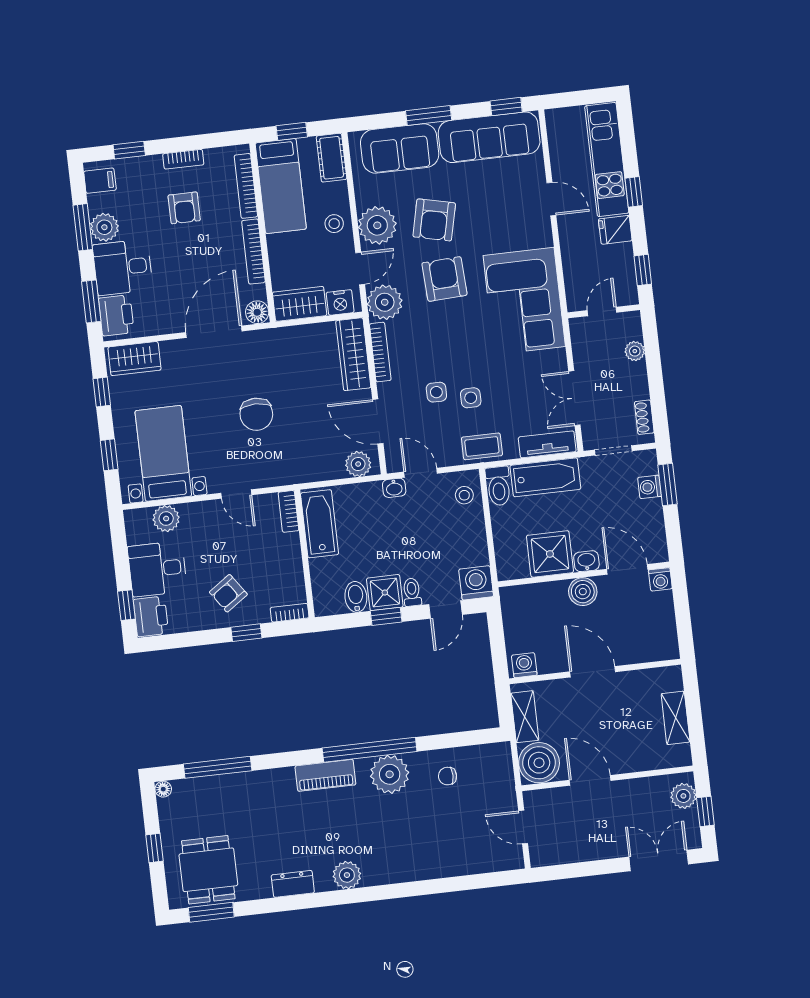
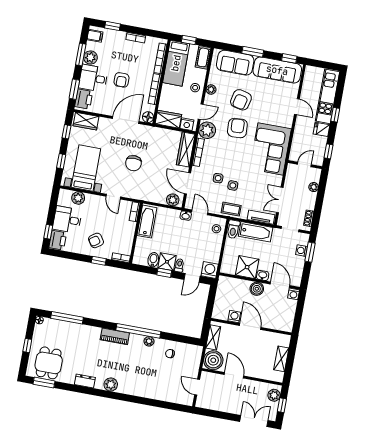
armchair: (184, 208) -> (121, 80), moved
plant: (377, 225) -> (211, 89), width x0.53, depth x0.53
washing machine: (524, 665) -> (234, 317), moved
plant: (390, 774) -> (149, 341), width x0.53, depth x0.53

